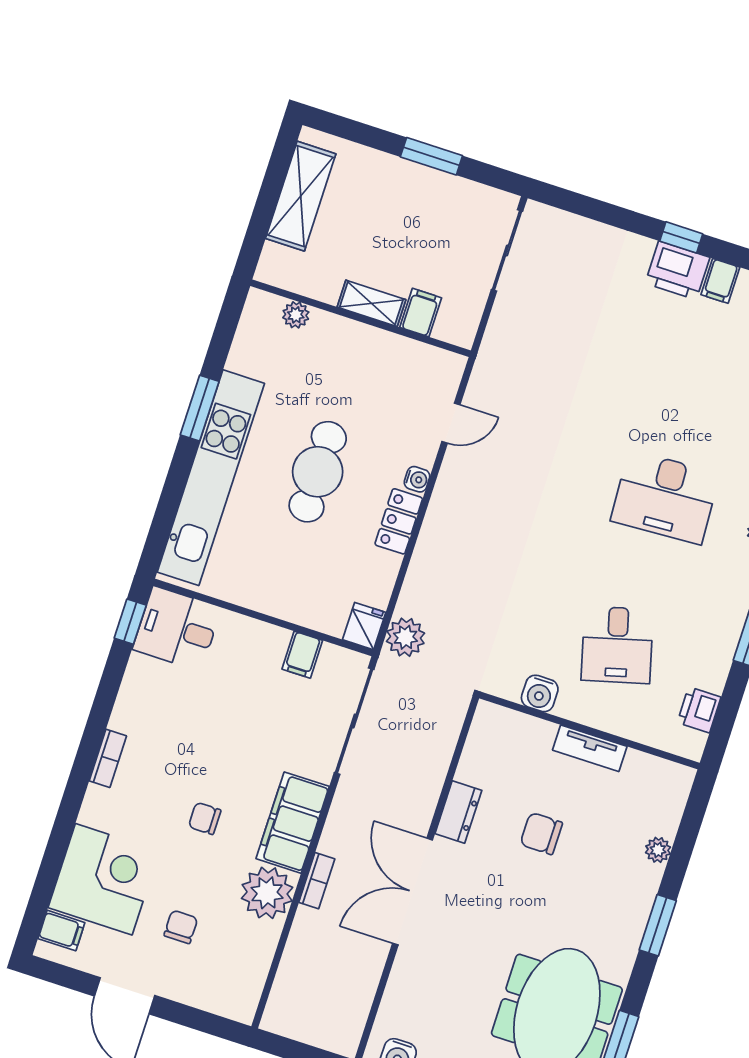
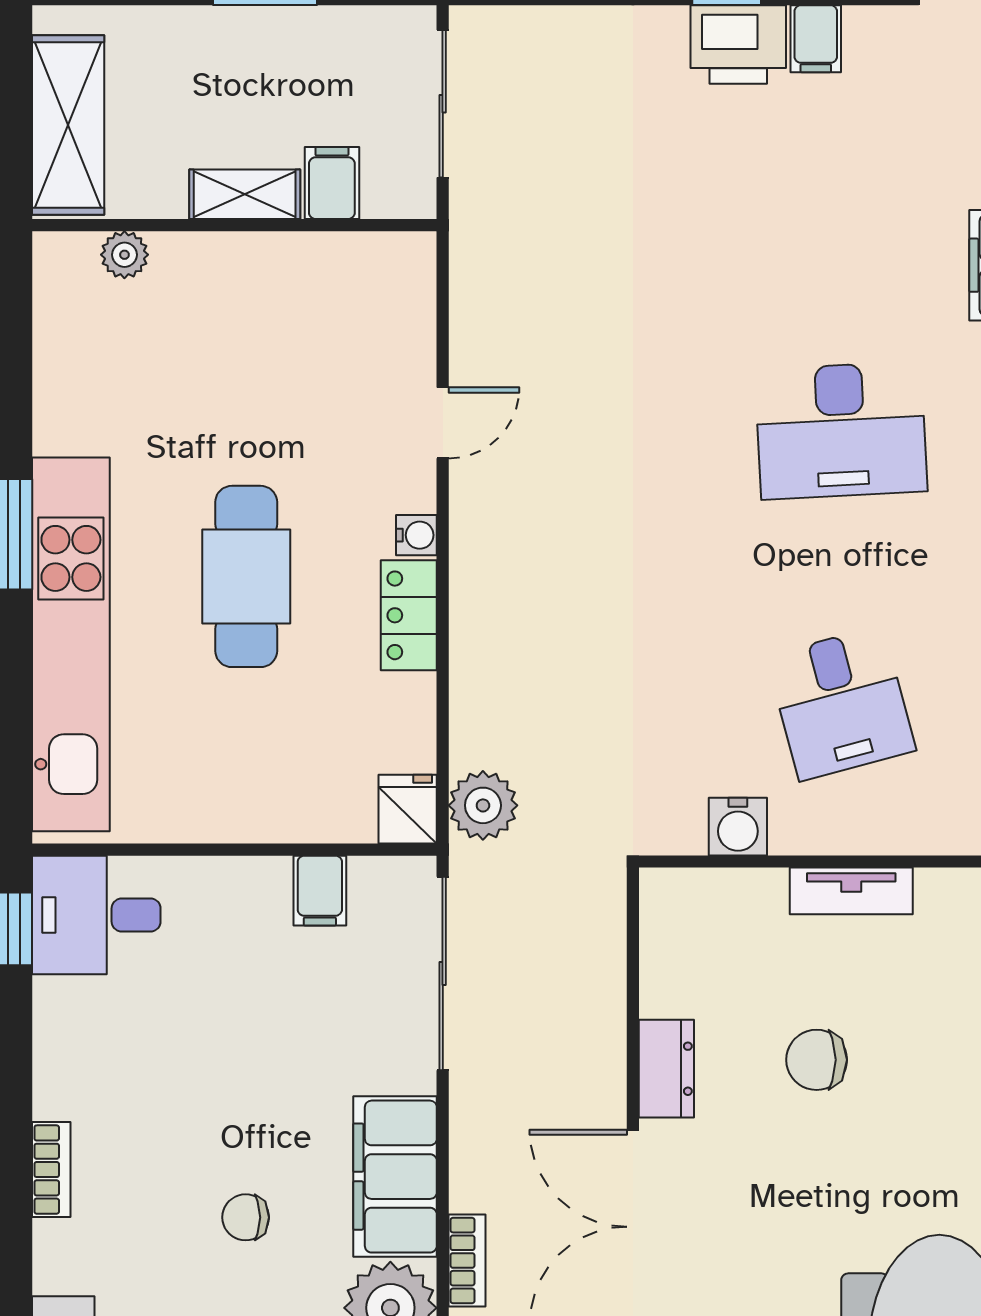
shelving: (371, 303) -> (245, 194), moved
filing cabinet: (421, 313) -> (332, 183), moved
plant: (296, 315) -> (124, 255), moved
wall: (360, 318) -> (234, 225), moved

